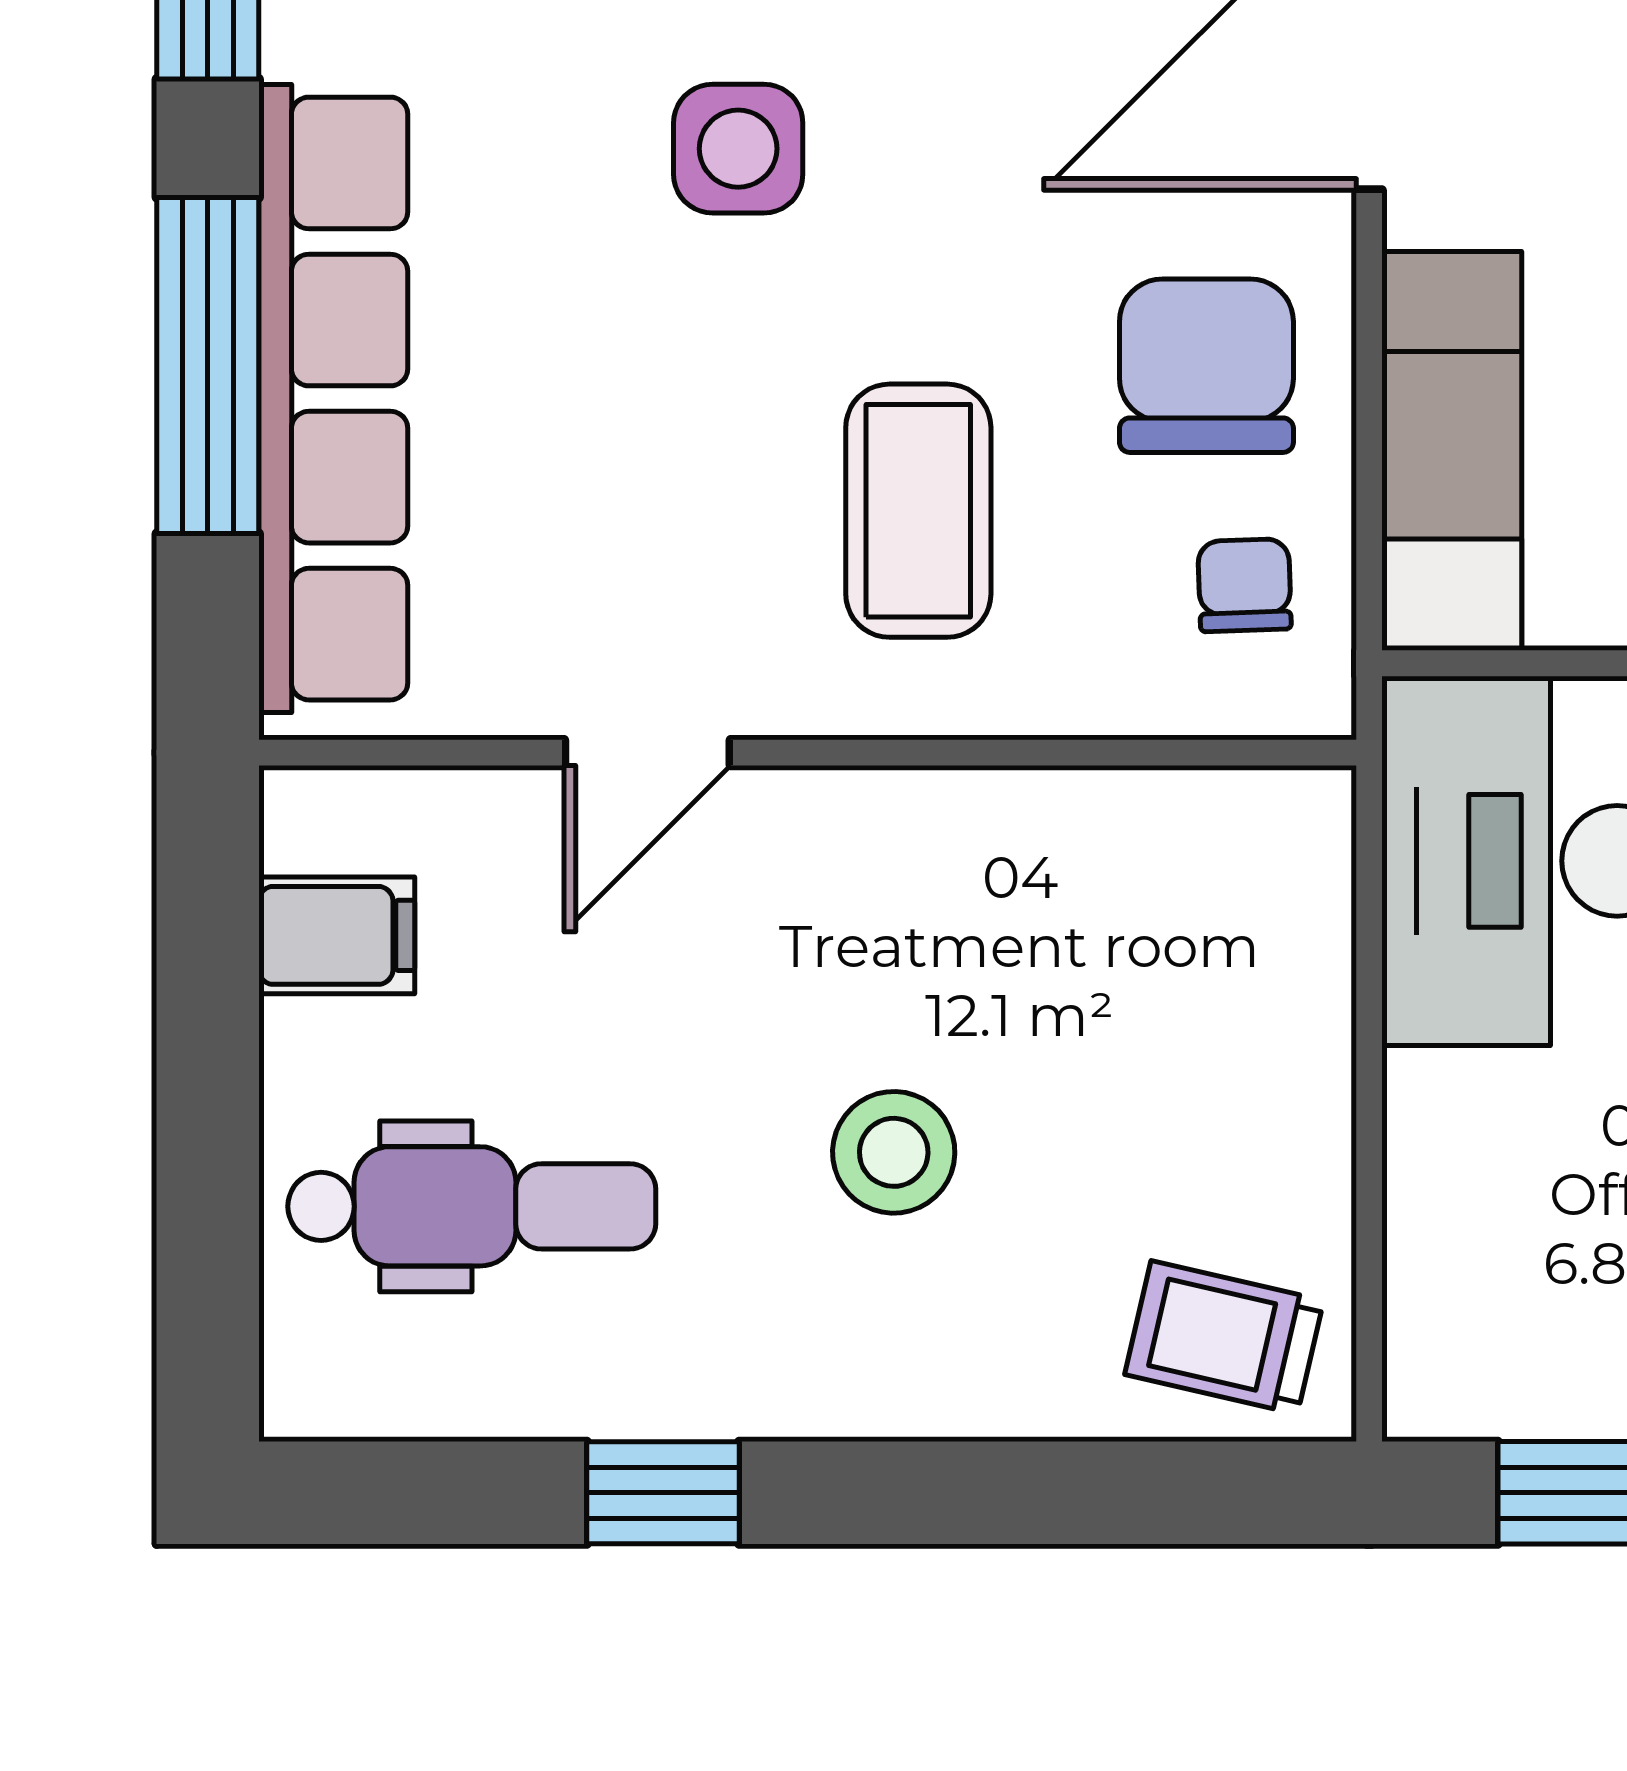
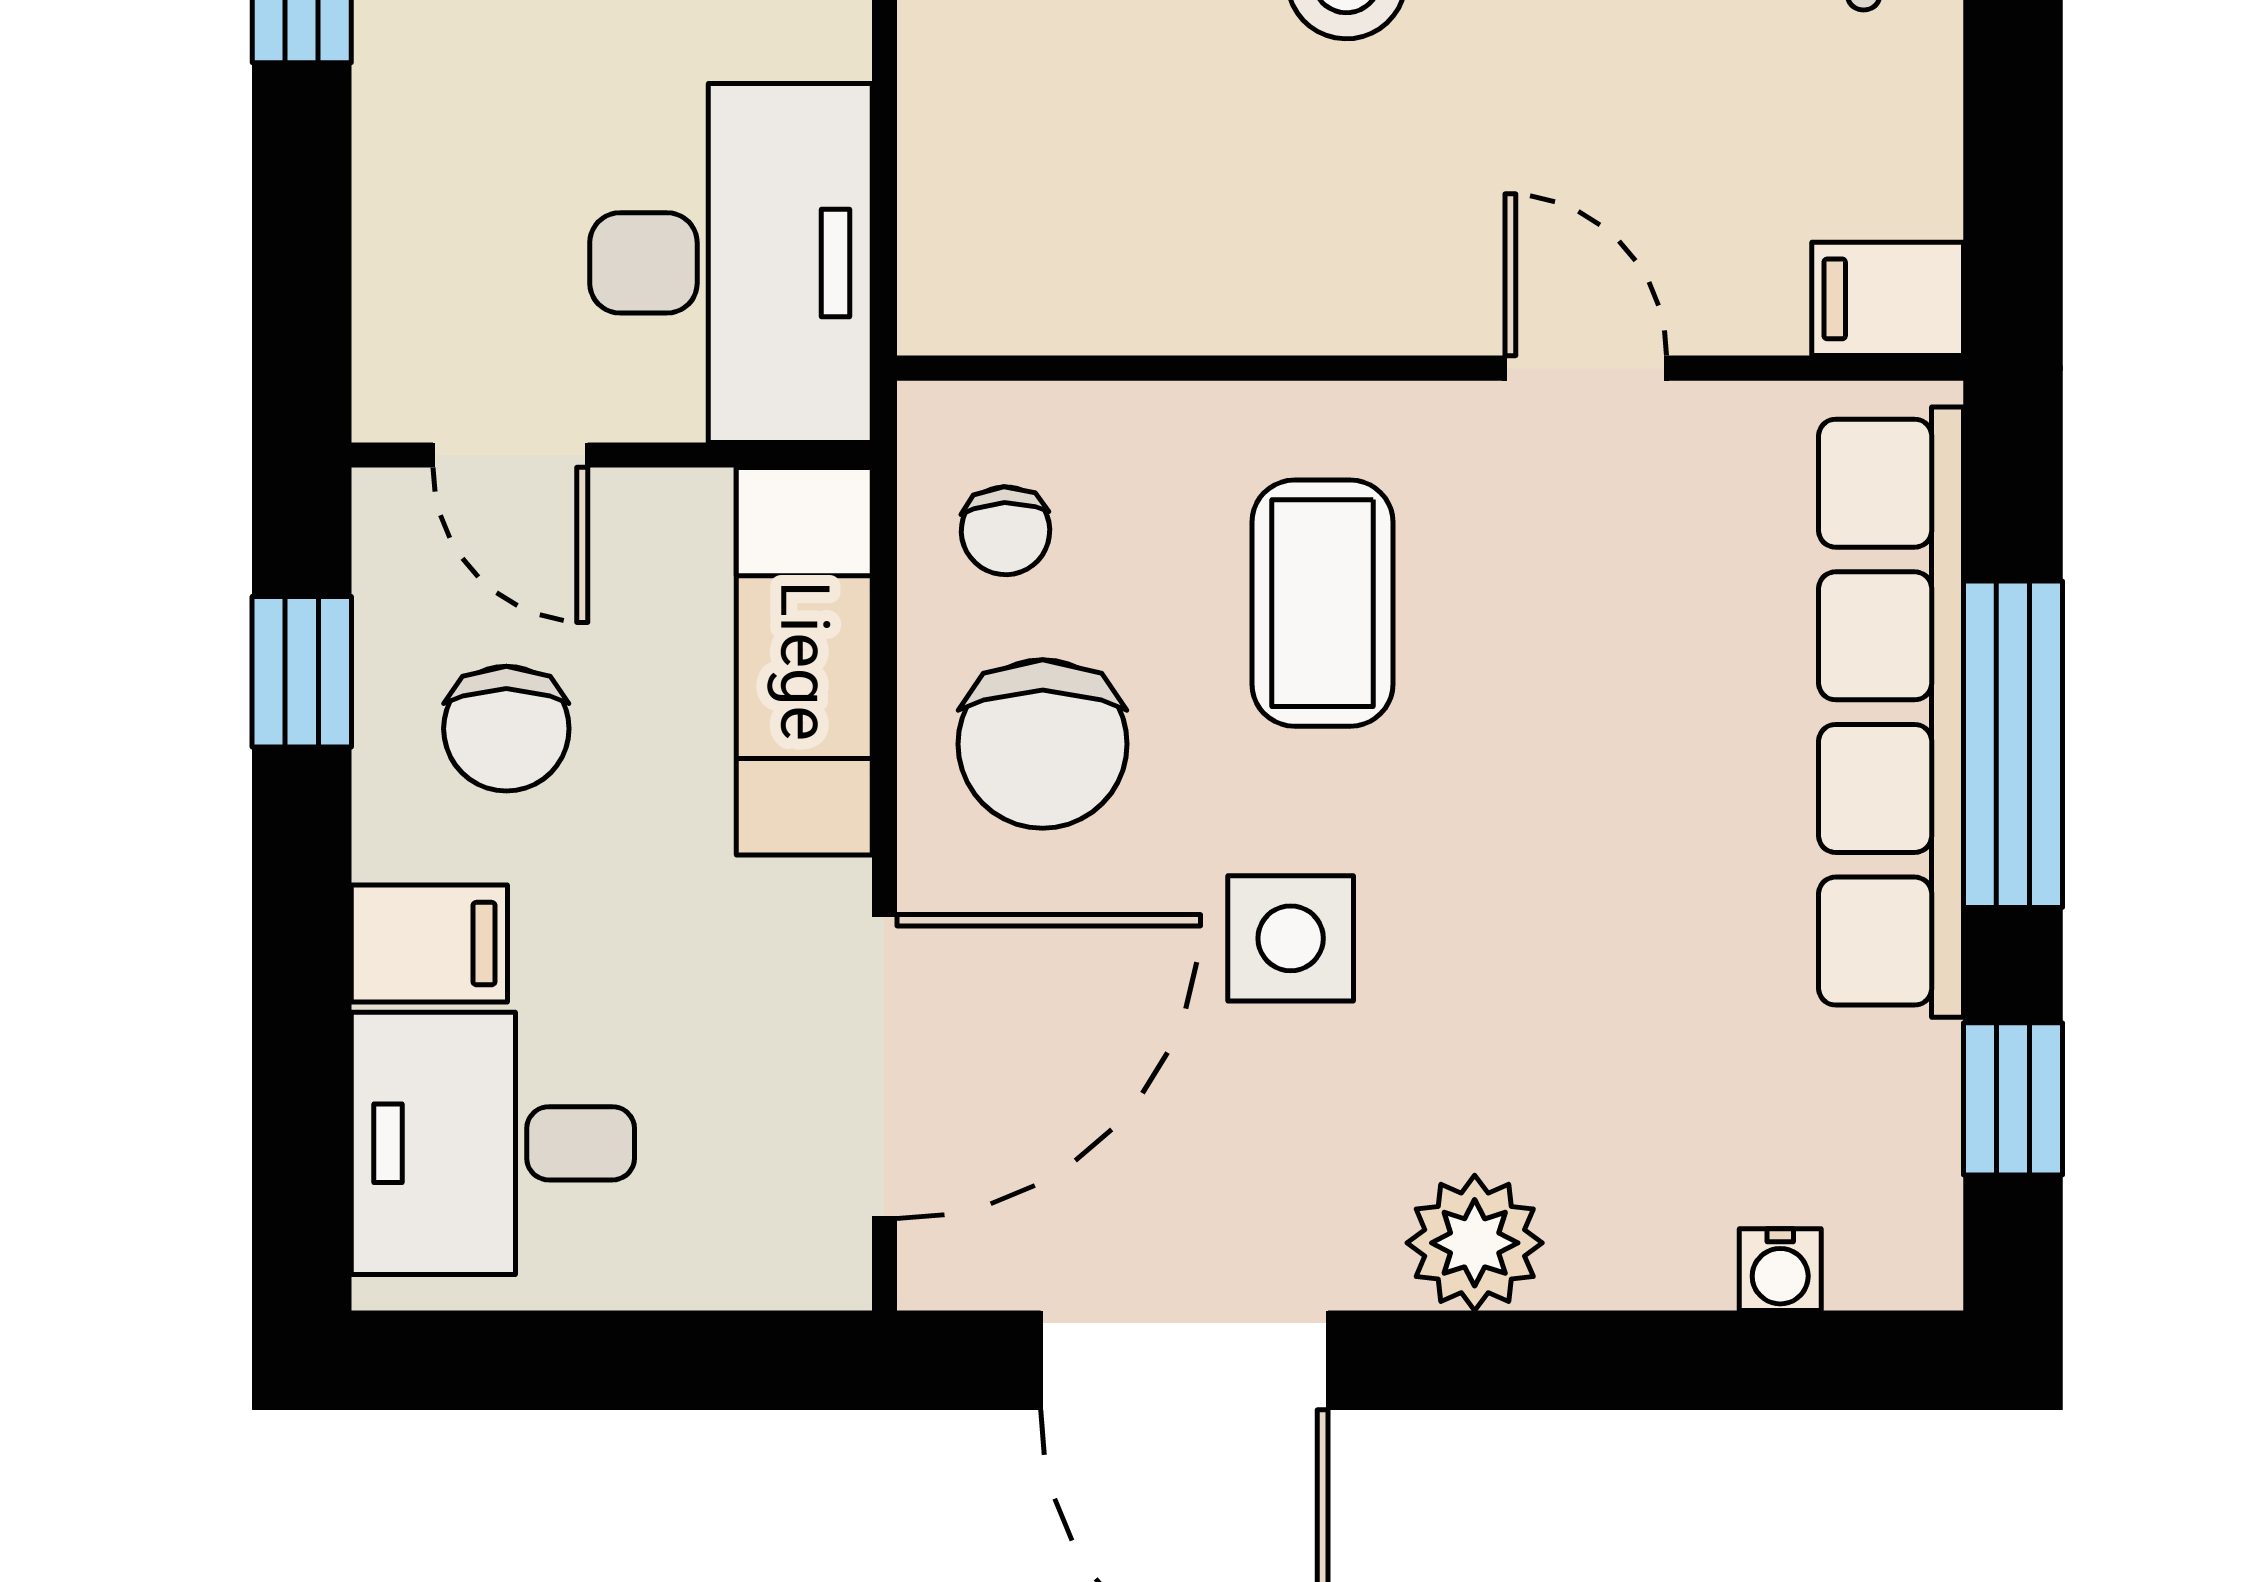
side table: (738, 149) -> (1291, 938), moved
door: (647, 753) -> (1586, 368), hinge flipped
filing cabinet: (337, 935) -> (1888, 299), moved

